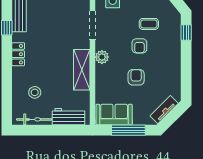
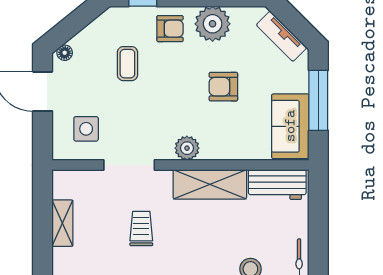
trolley: (57, 32) -> (141, 228), added
armchair: (139, 46) -> (170, 29), moved
plant: (171, 71) -> (213, 24), added
workbench: (69, 117) -> (277, 185), moved, turned -90

